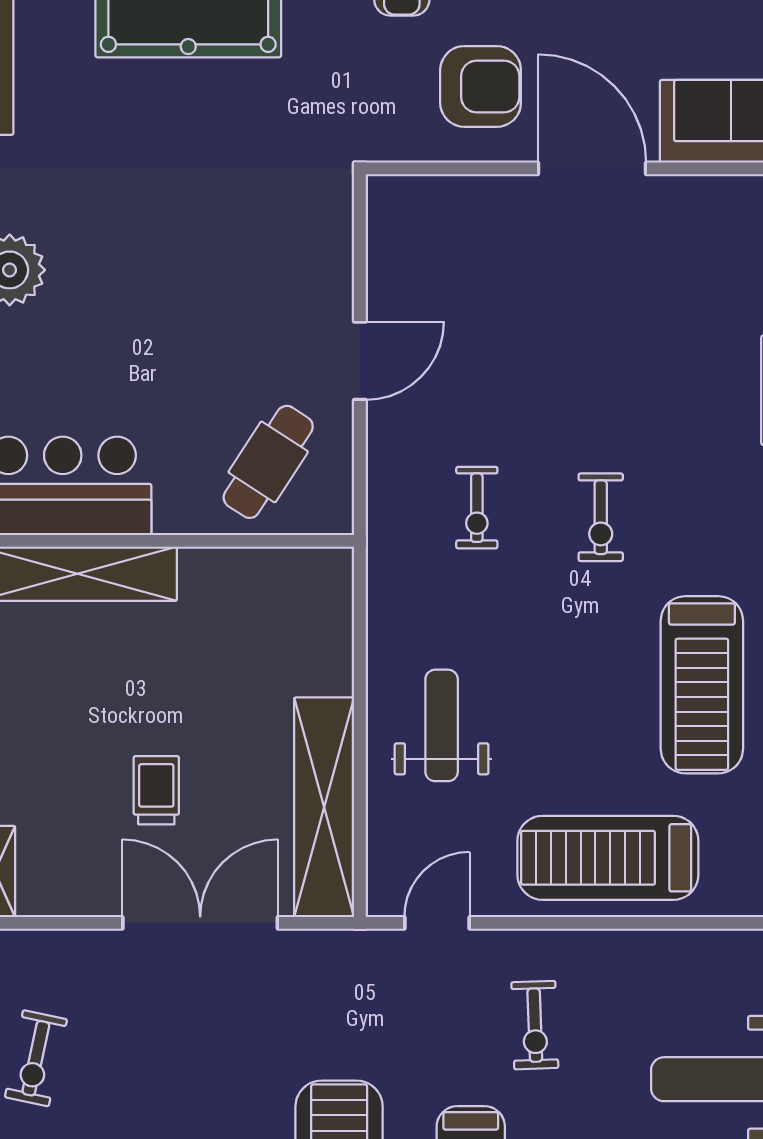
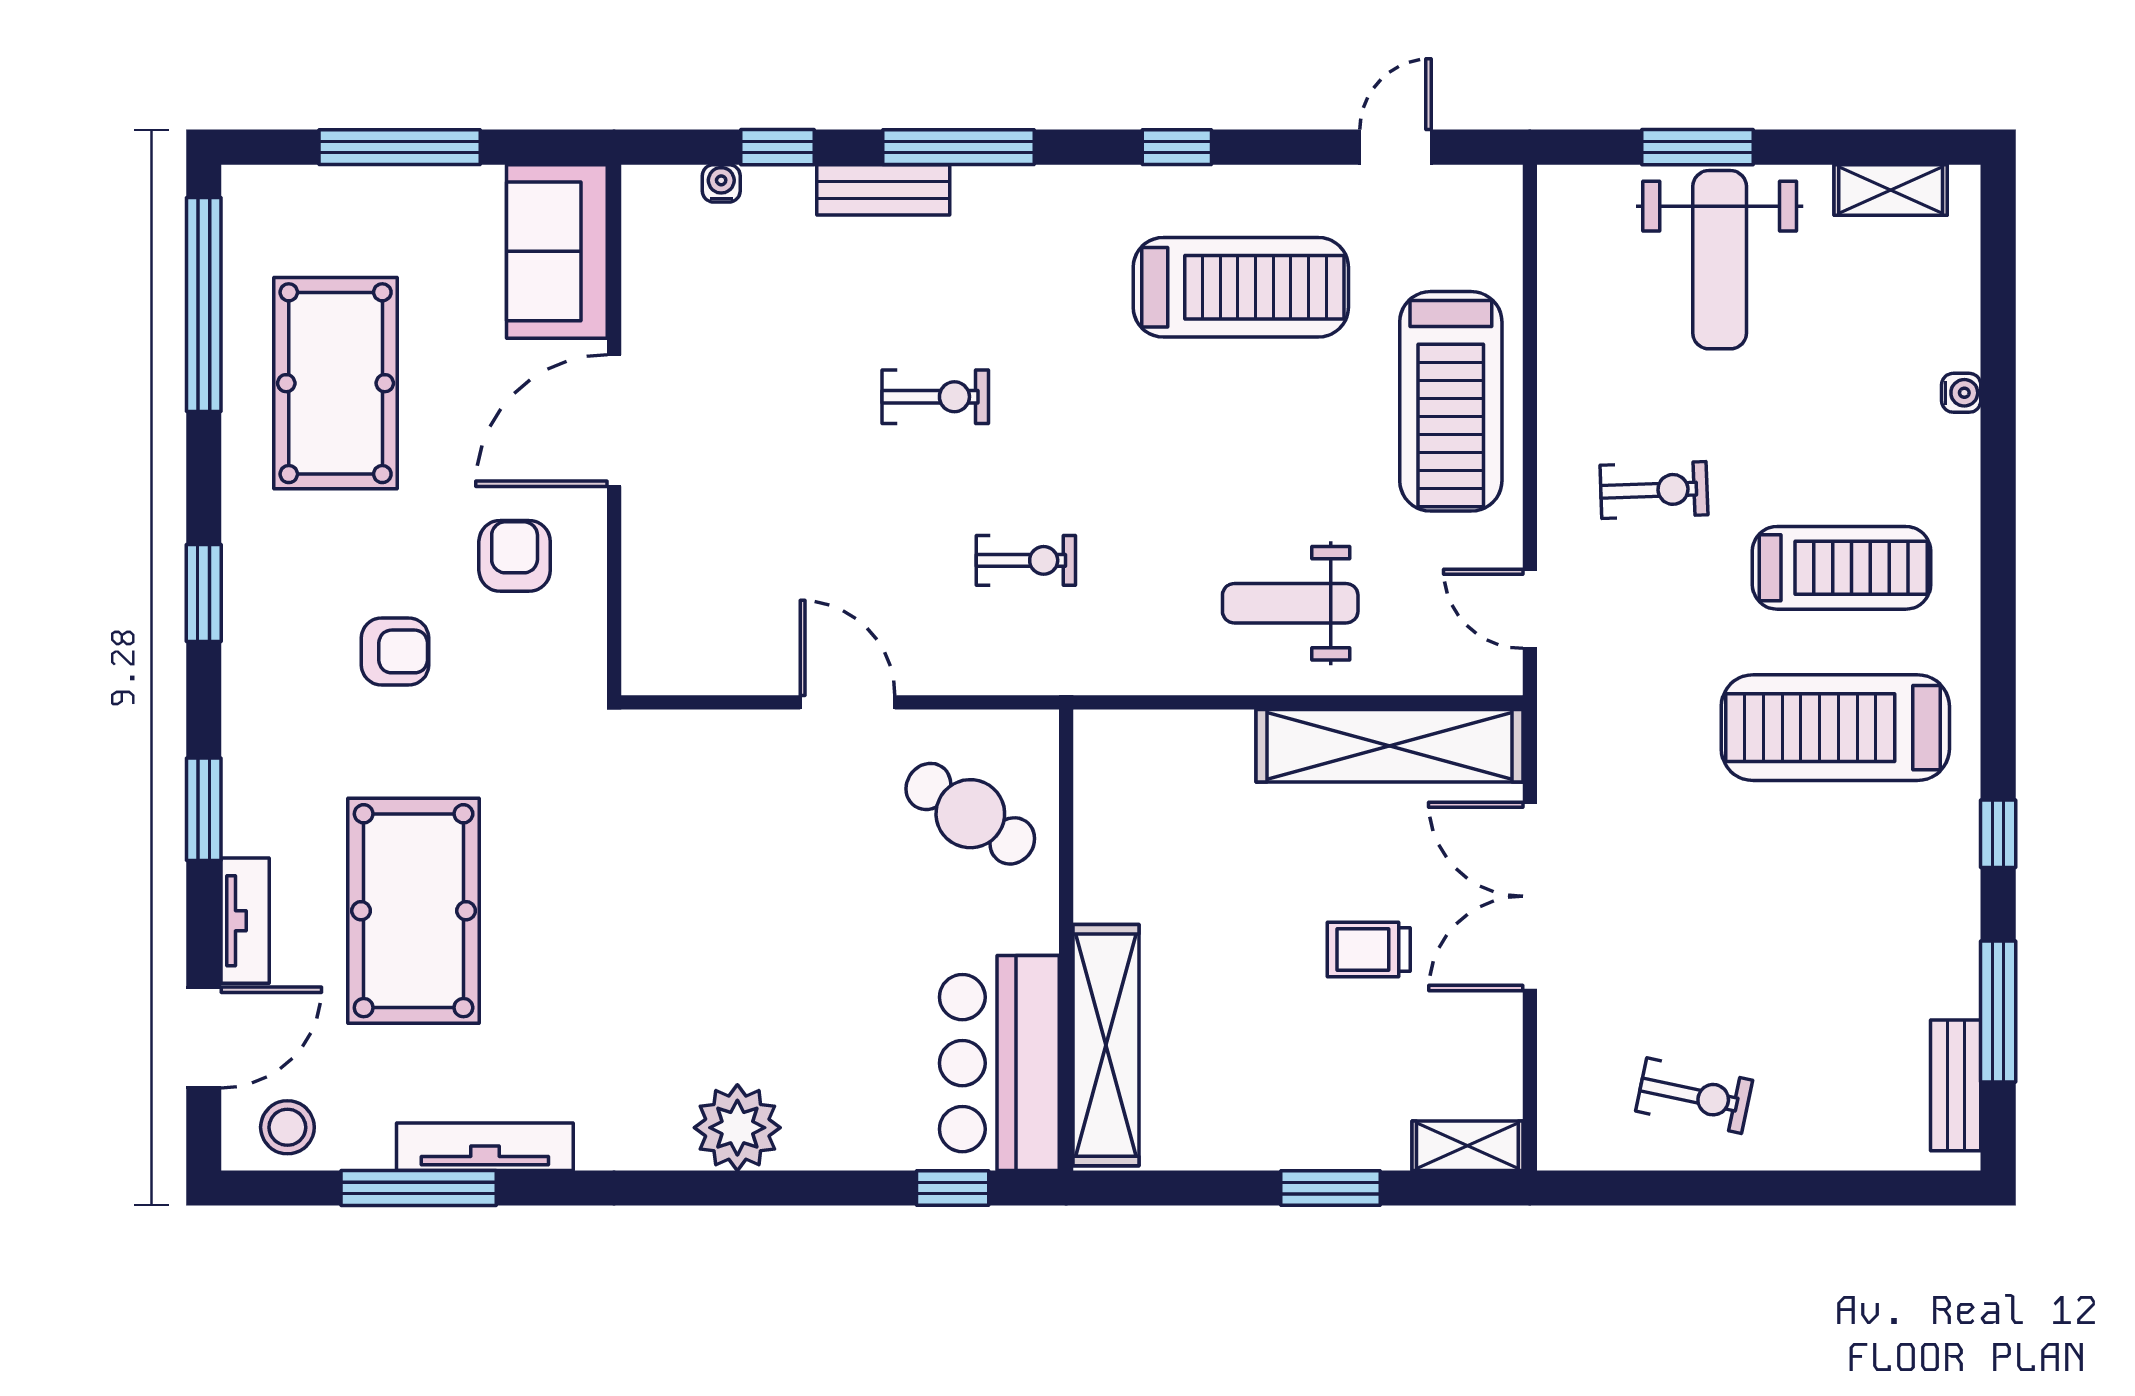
armchair: (481, 86) -> (515, 556), width x0.72, depth x0.72
exercise bike: (601, 517) -> (935, 397), moved

